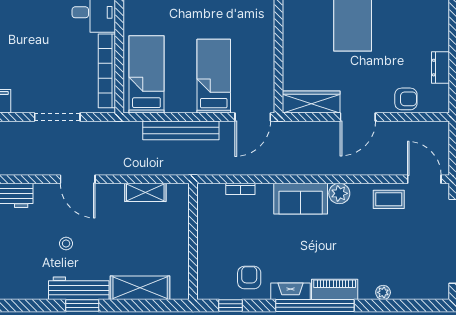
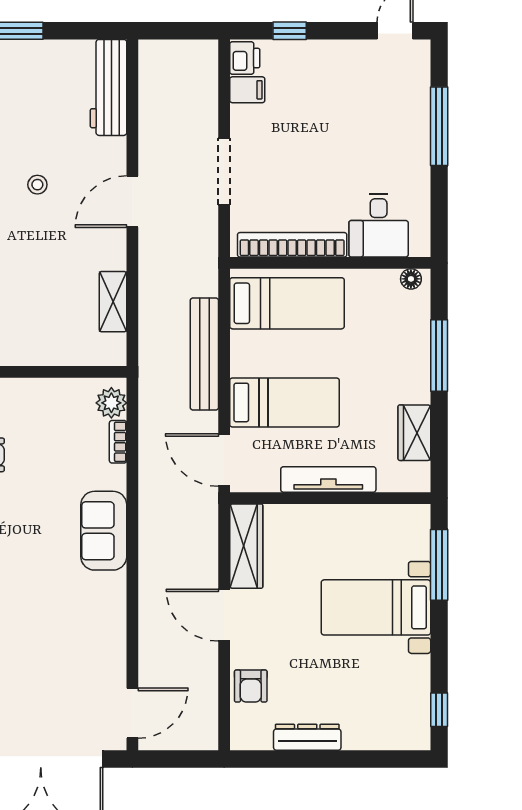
tv unit: (266, 46) -> (328, 479), added
dresser: (441, 68) -> (307, 737), width x1.44
plant: (339, 193) -> (111, 403), moved
coffee table: (389, 199) -> (103, 661), removed

